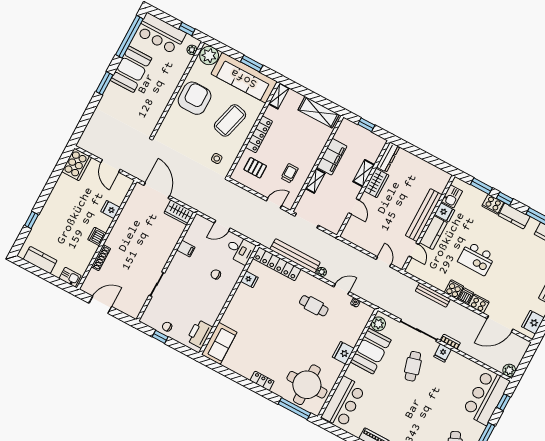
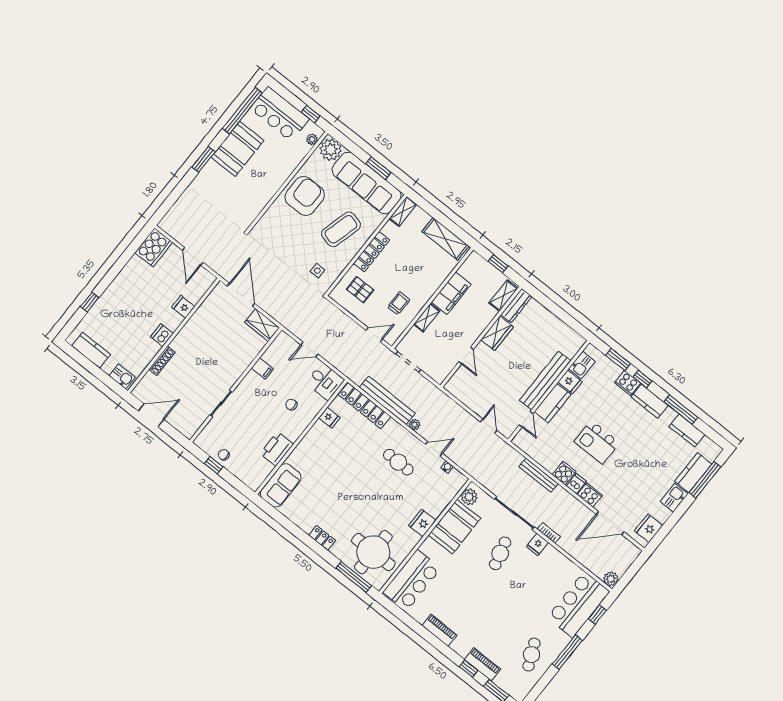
shelving: (364, 173) -> (504, 296), moved
printer: (200, 334) -> (277, 449), moved

